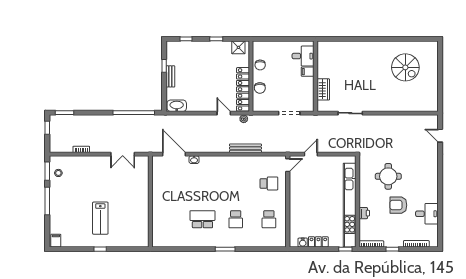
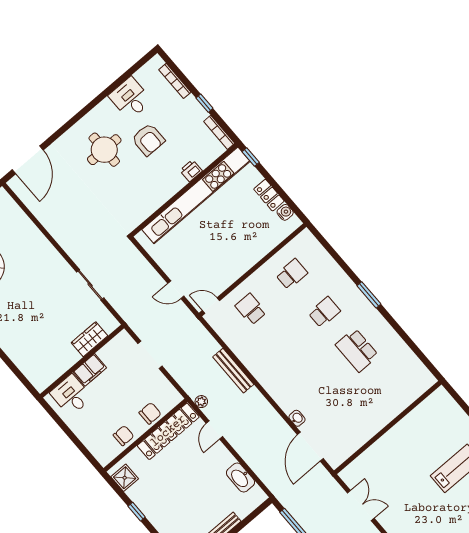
filing cabinet: (308, 72) -> (90, 370), width x2.00
washbasin: (177, 106) -> (240, 478), moved
door: (440, 136) -> (28, 160), width x1.87
round table: (388, 176) -> (104, 150), moved

